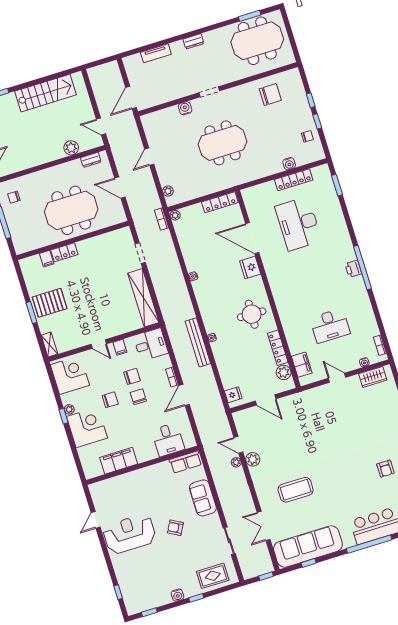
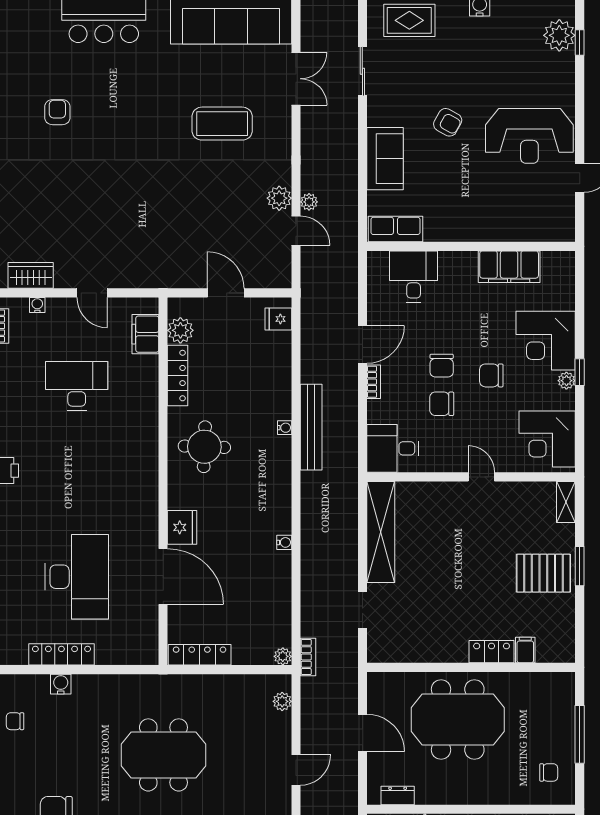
filing cabinet: (120, 347) -> (447, 460), removed
plant: (130, 593) -> (559, 35), added

